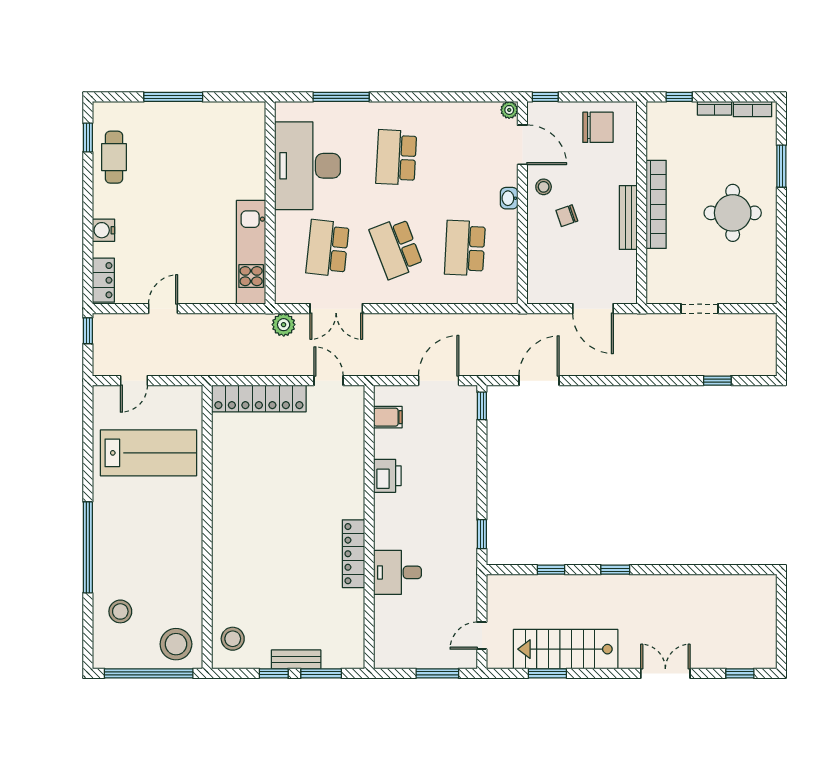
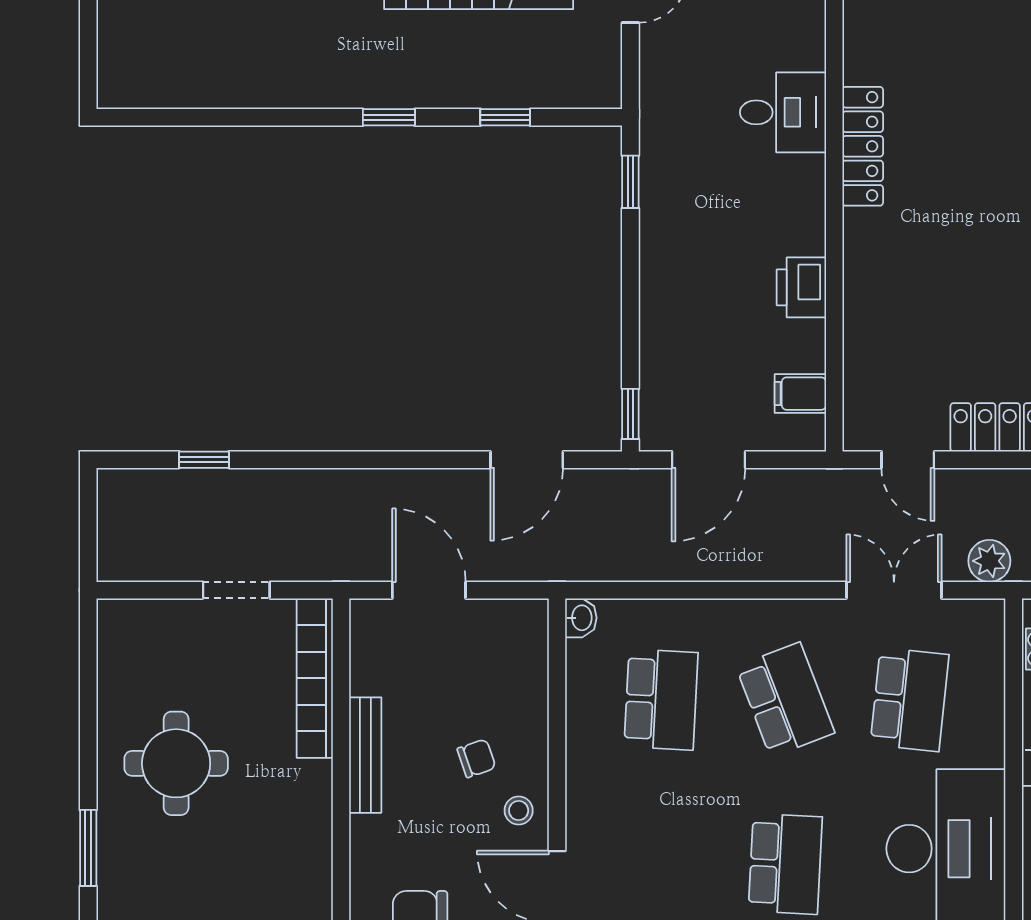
washbasin: (509, 198) -> (581, 618), moved
bookcase: (656, 204) -> (315, 678), moved

